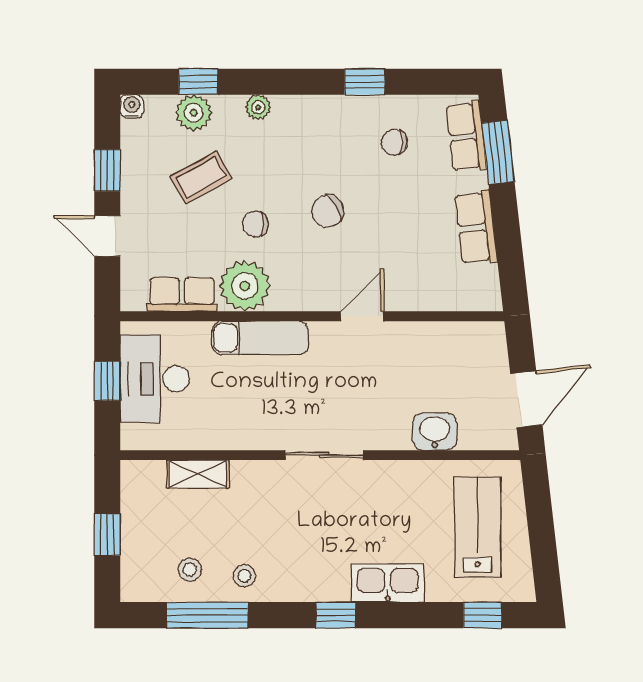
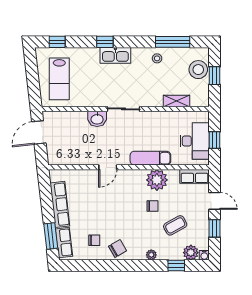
window: (365, 82) -> (107, 266), removed
plant: (194, 113) -> (191, 253), moved
chair: (328, 211) -> (118, 249), moved
row of seats: (476, 228) -> (60, 204), width x1.48
row of seats: (182, 295) -> (195, 176), moved
washbasin: (435, 432) -> (97, 119), moved
stool: (190, 570) -> (198, 70), moved, width x1.89, depth x1.89
kitchen sink: (388, 583) -> (115, 55), moved
window: (336, 615) -> (105, 42), moved

